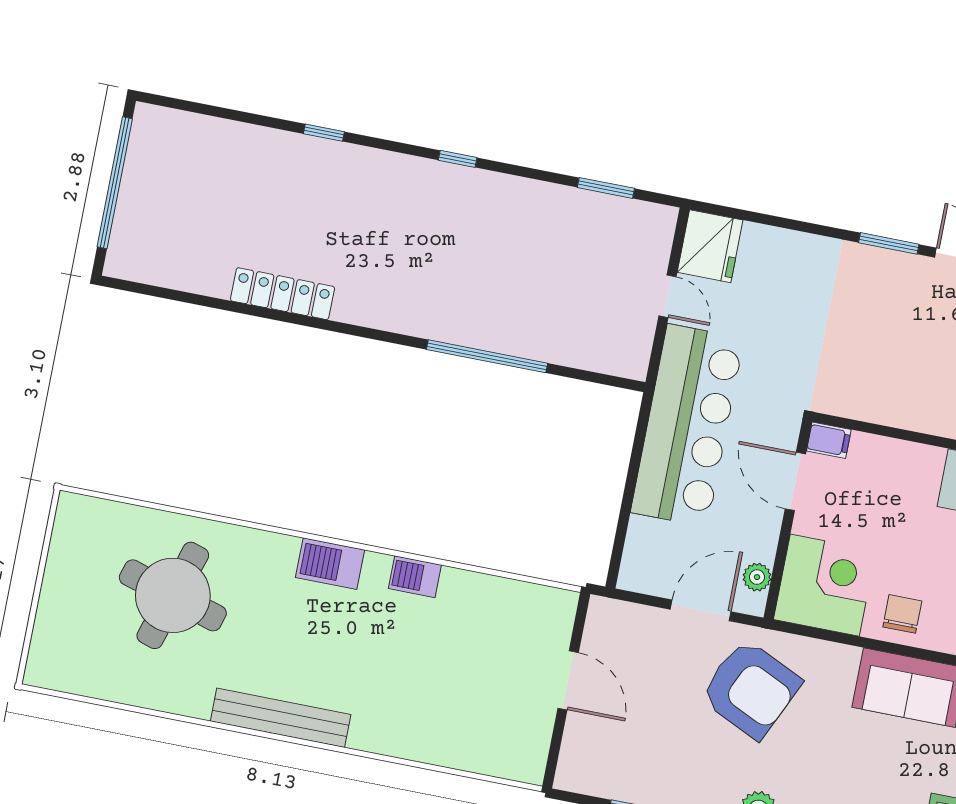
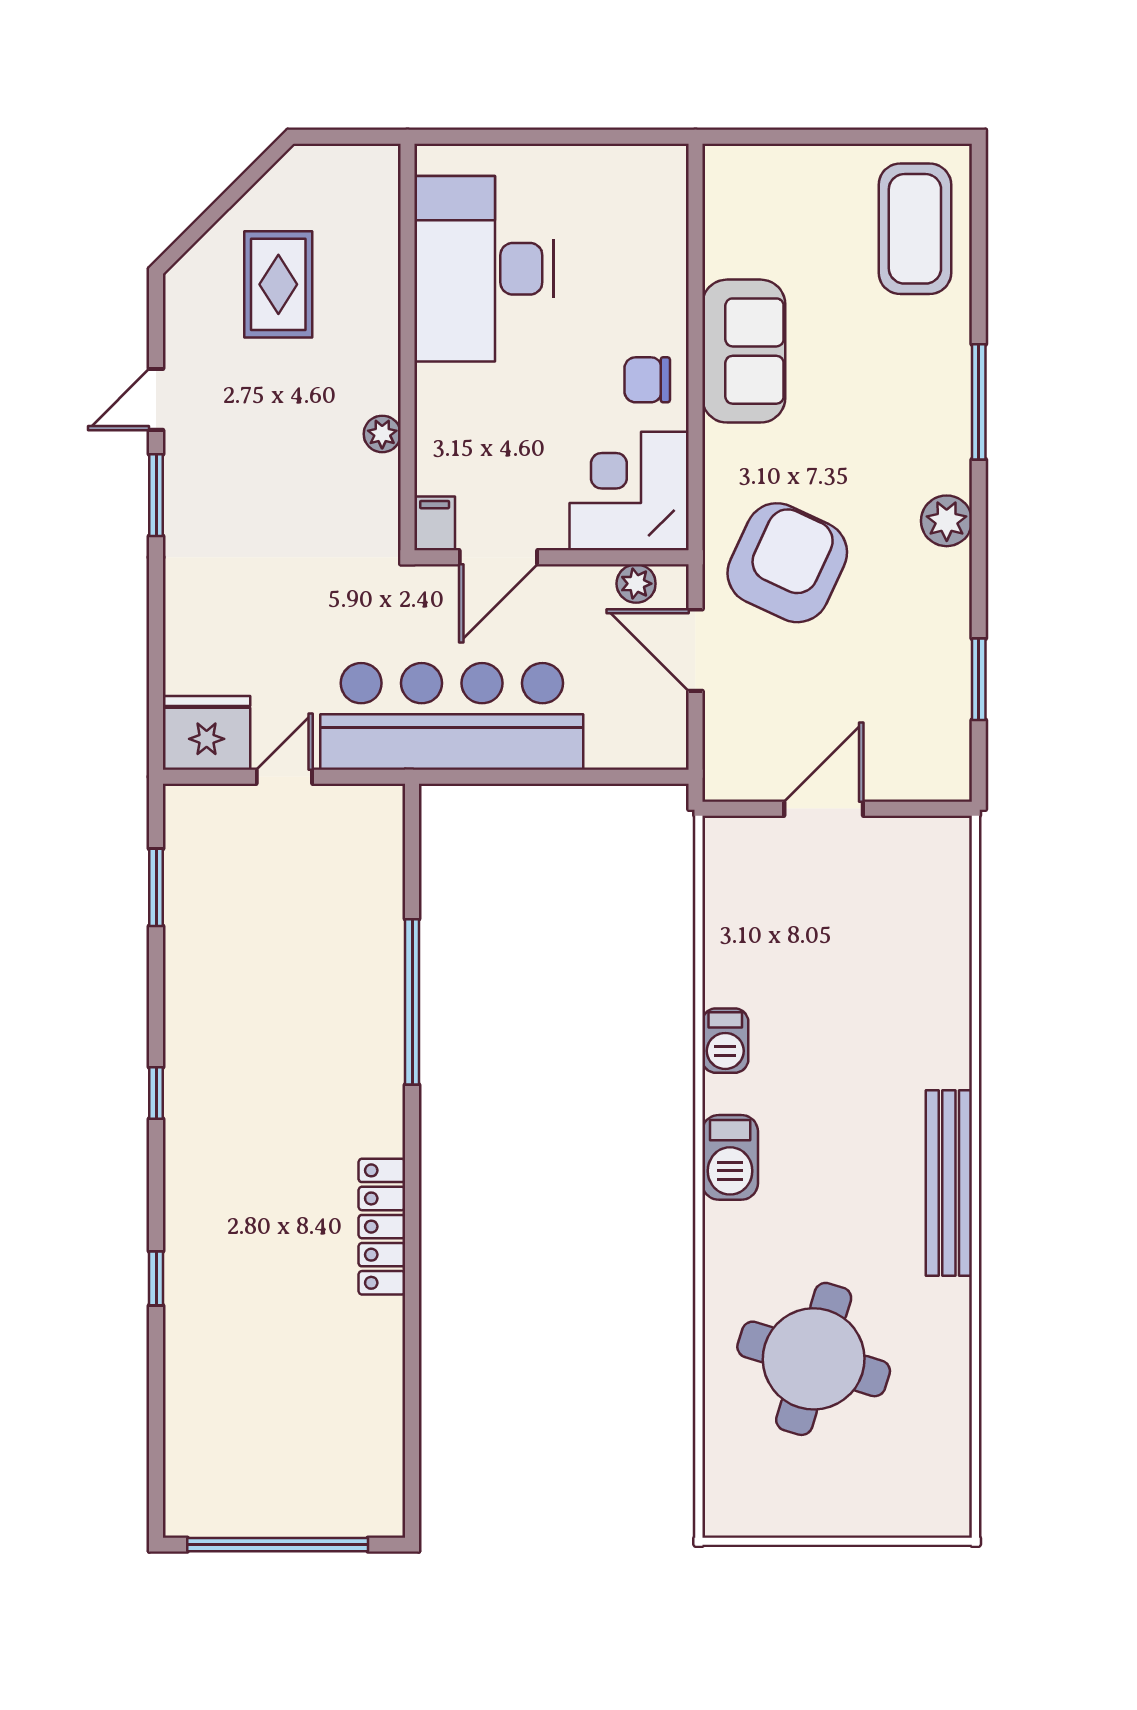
locker: (282, 294) -> (382, 1227), moved
plant: (901, 415) -> (382, 434), added

